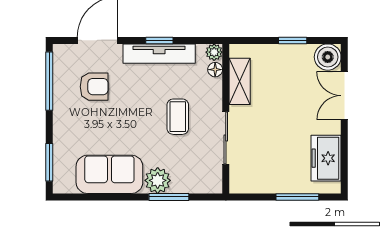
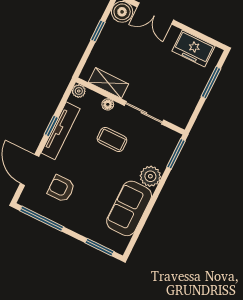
floor lamp: (215, 70) -> (108, 104), moved
armchair: (94, 87) -> (61, 189), turned -90
window: (169, 197) -> (176, 154), moved

